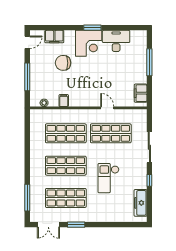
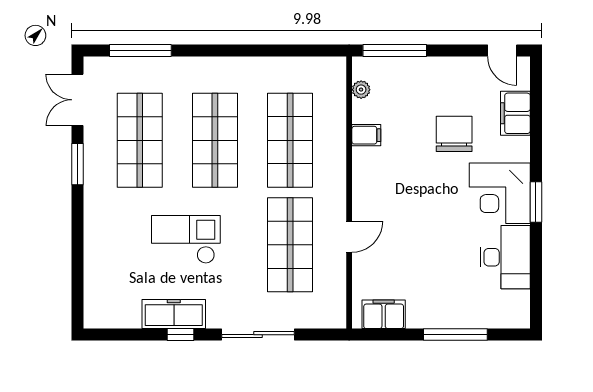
window: (27, 77) -> (395, 50), moved
freezer: (140, 203) -> (174, 314), moved

